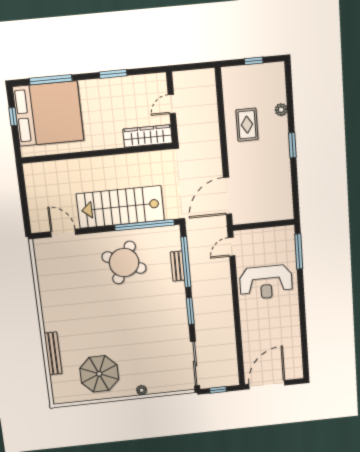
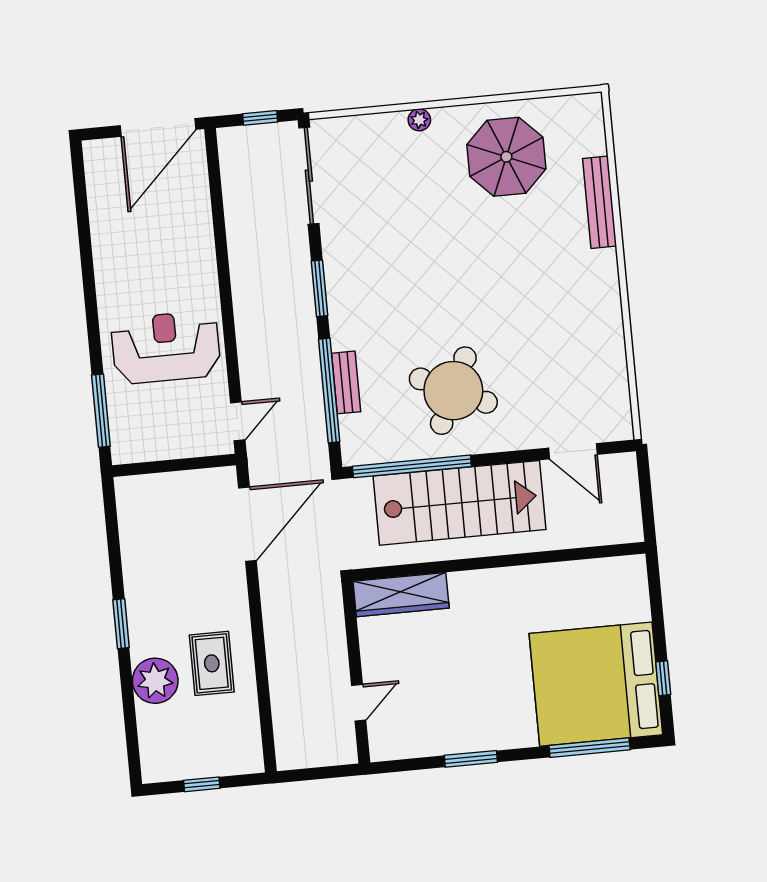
plant: (281, 110) -> (155, 681), width x1.88, depth x1.88
wardrobe: (148, 136) -> (401, 595), moved
wall: (97, 153) -> (499, 561), moved

